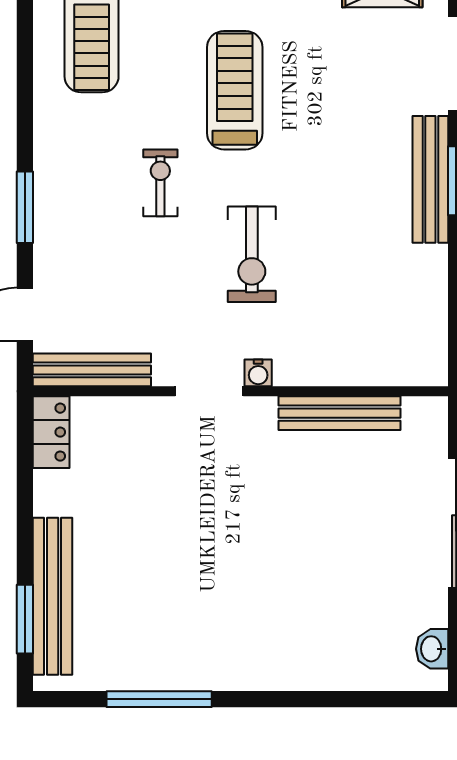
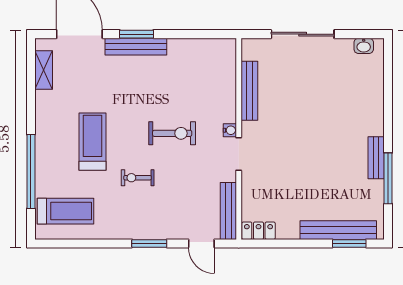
treadmill: (235, 90) -> (93, 142), turned 90
bench: (201, 674) -> (376, 158), added

